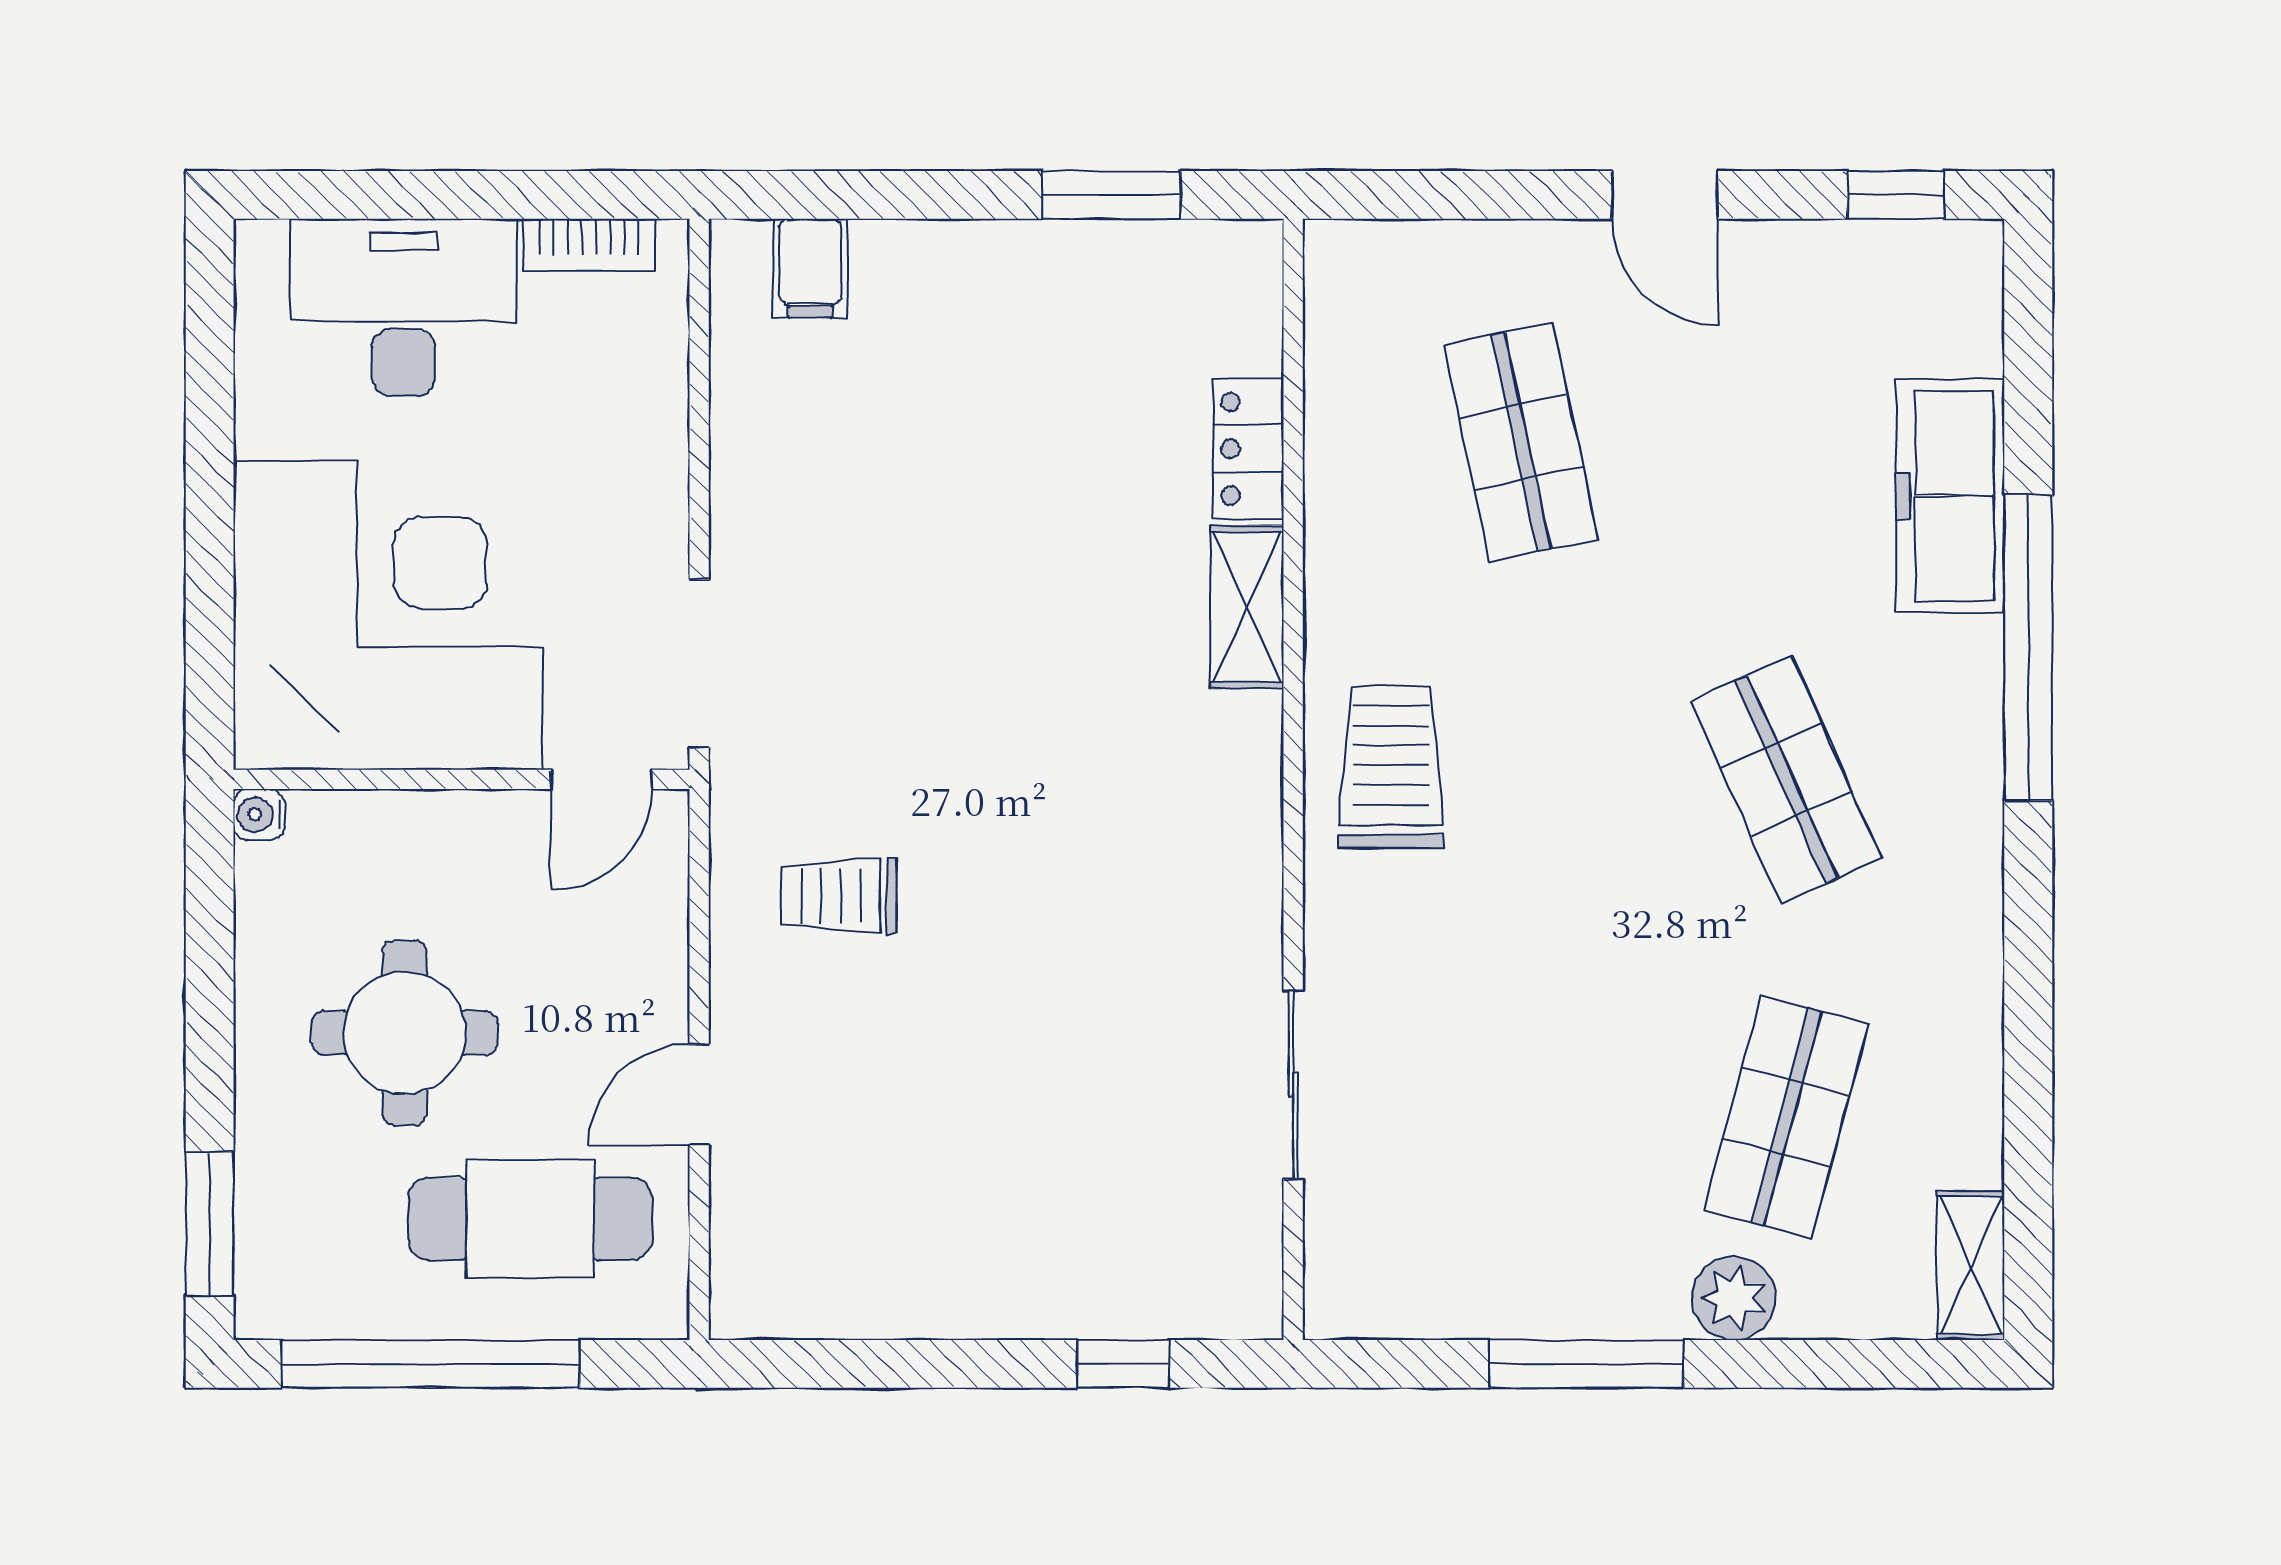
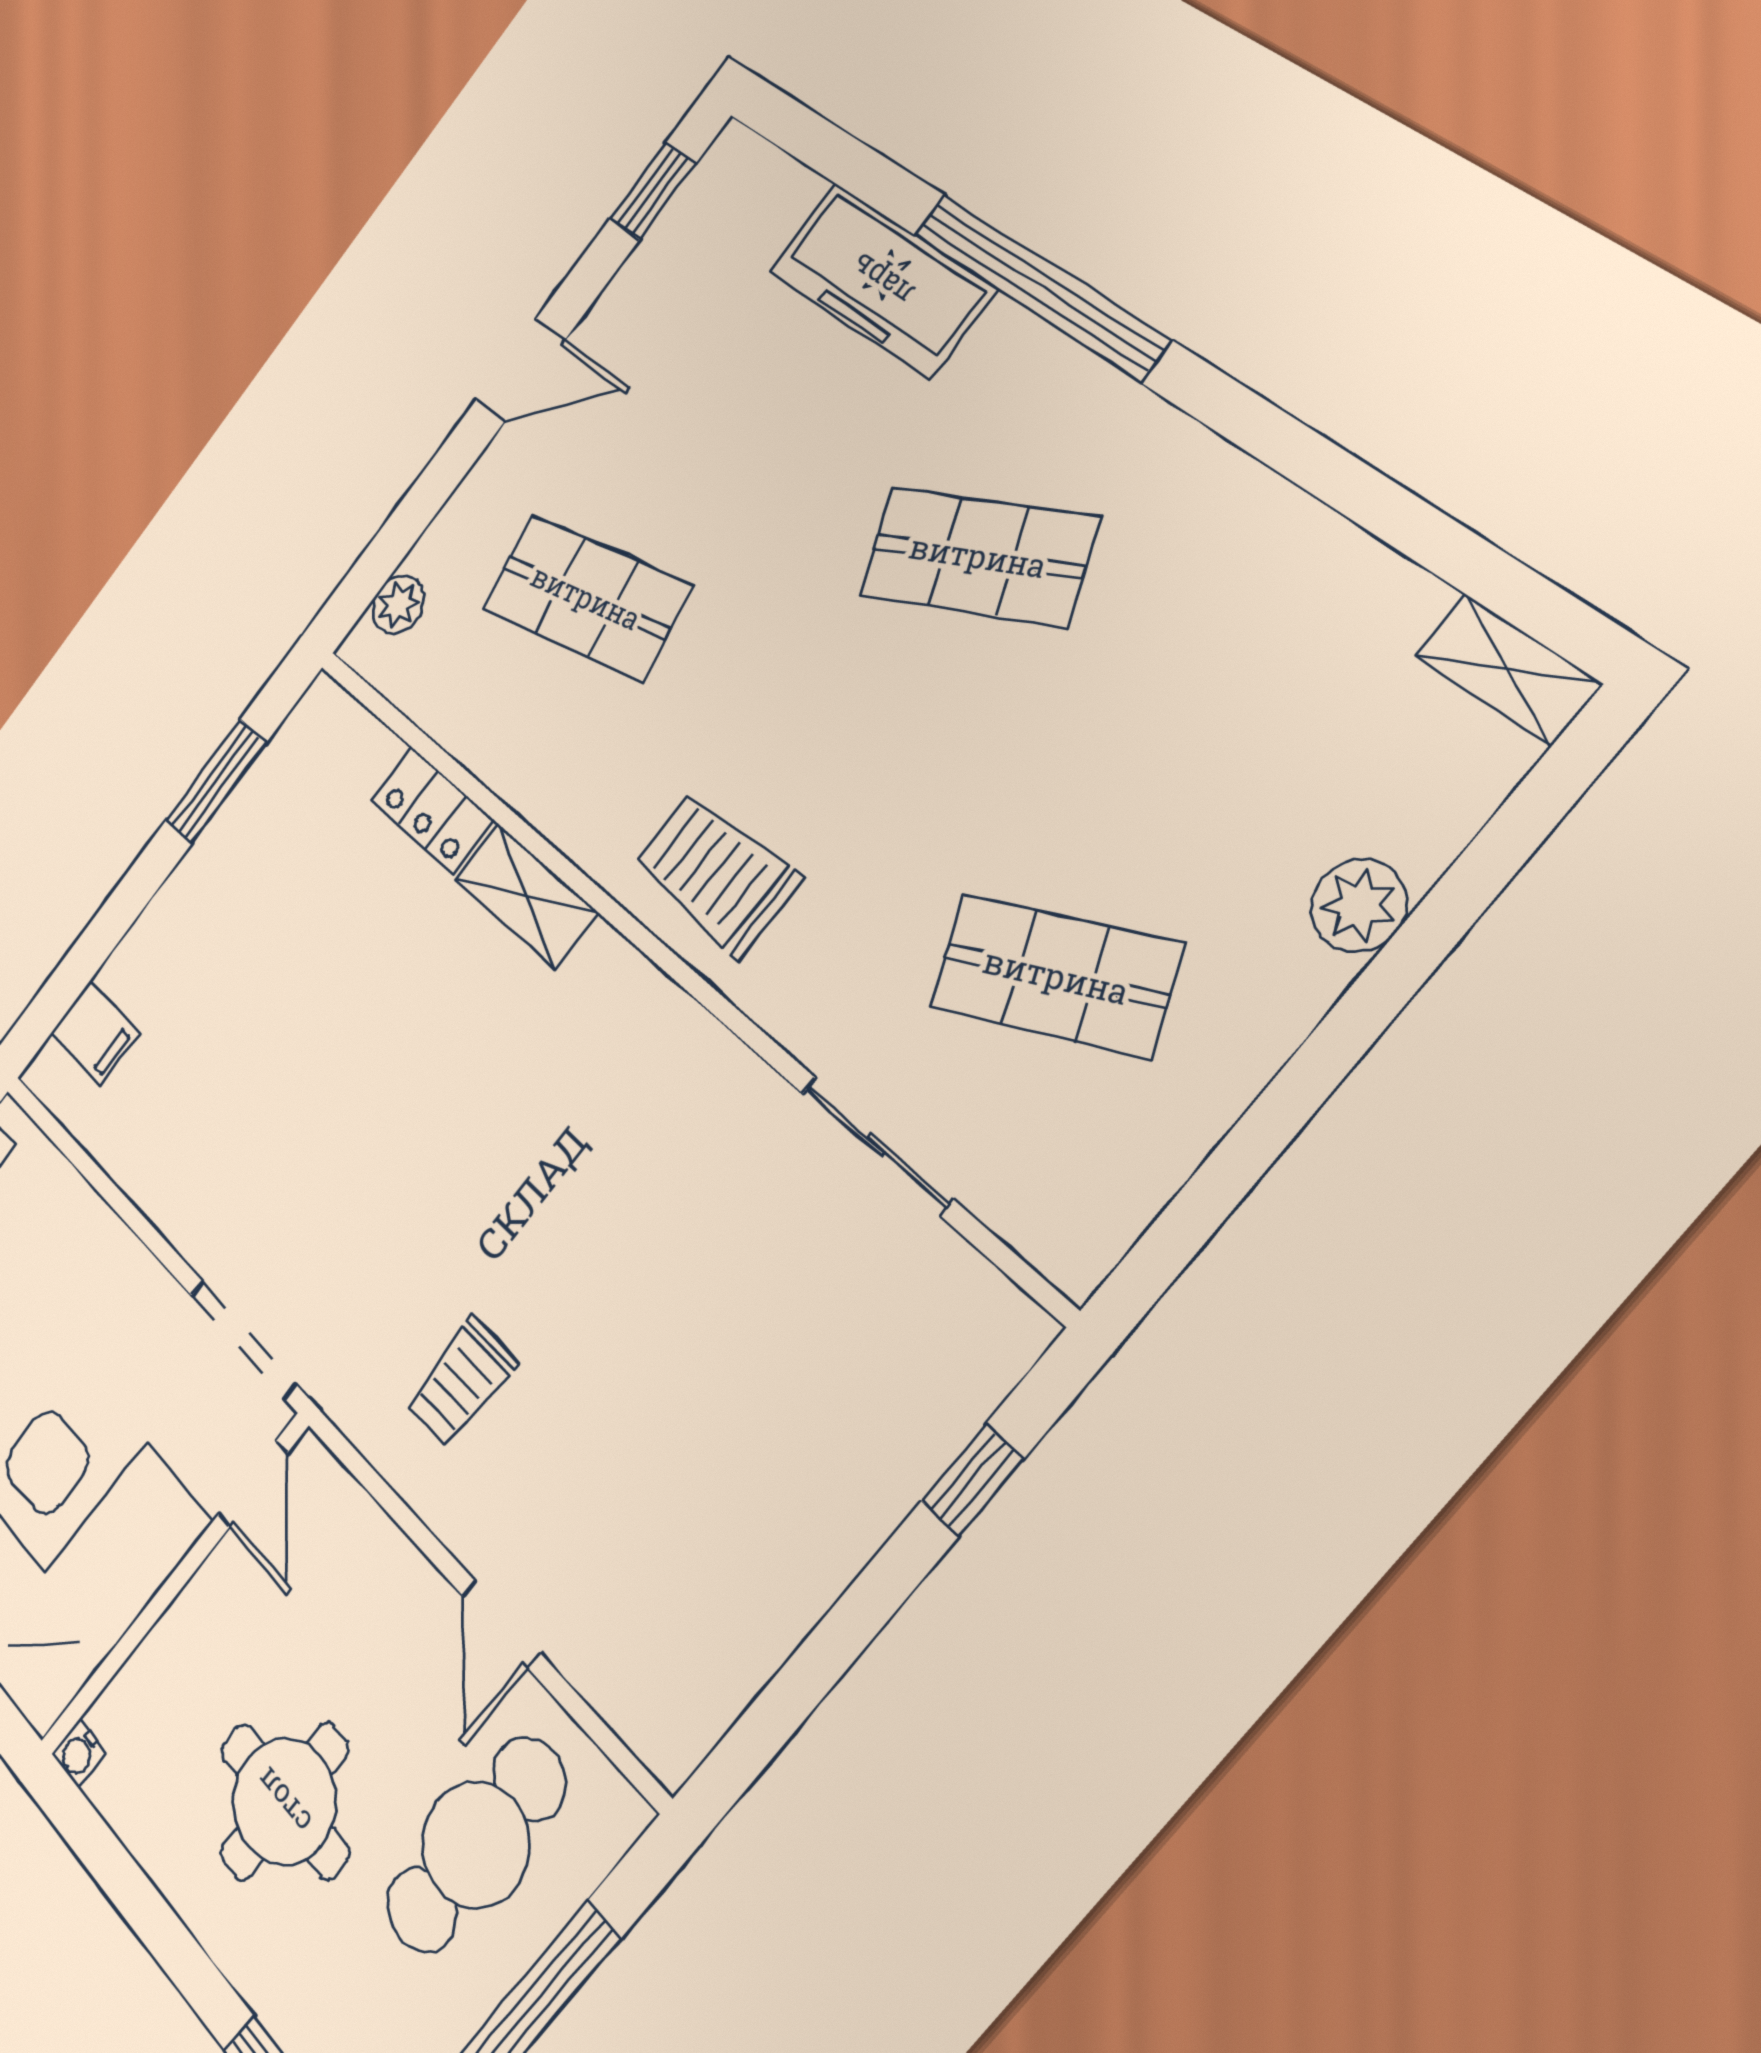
plant: (1389, 251) -> (398, 604), added
shop shelf: (1786, 1117) -> (1056, 976), moved, turned -39
window: (1586, 1364) -> (1307, 1081), removed

